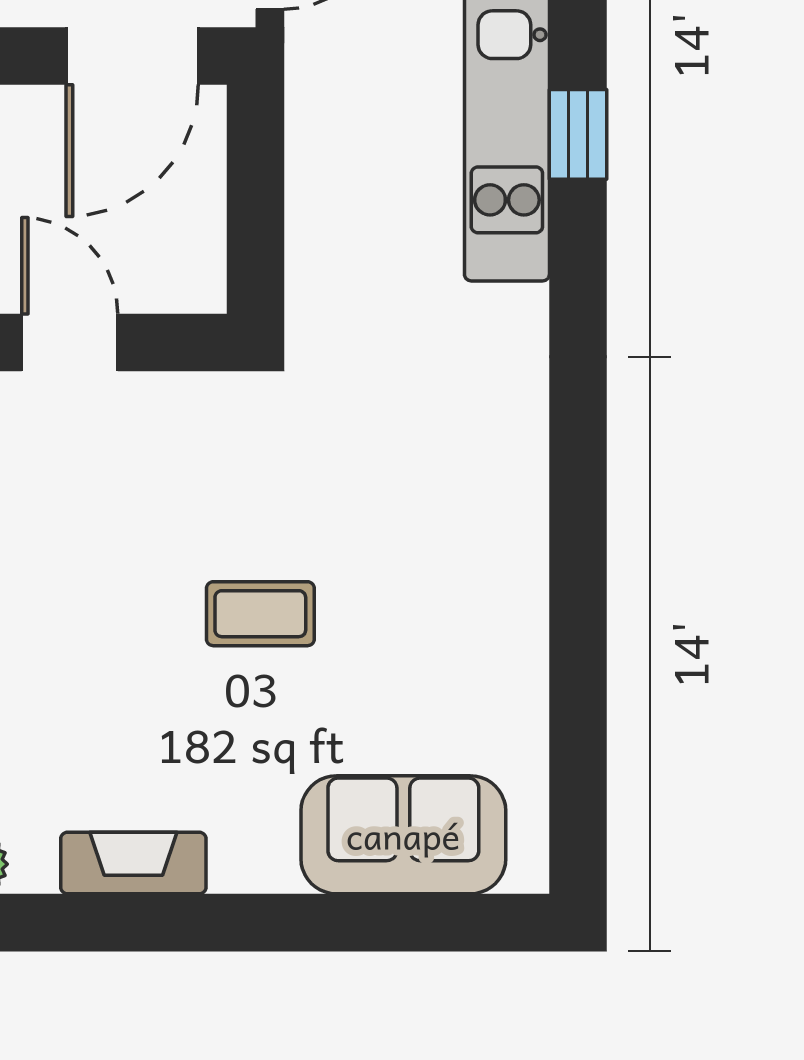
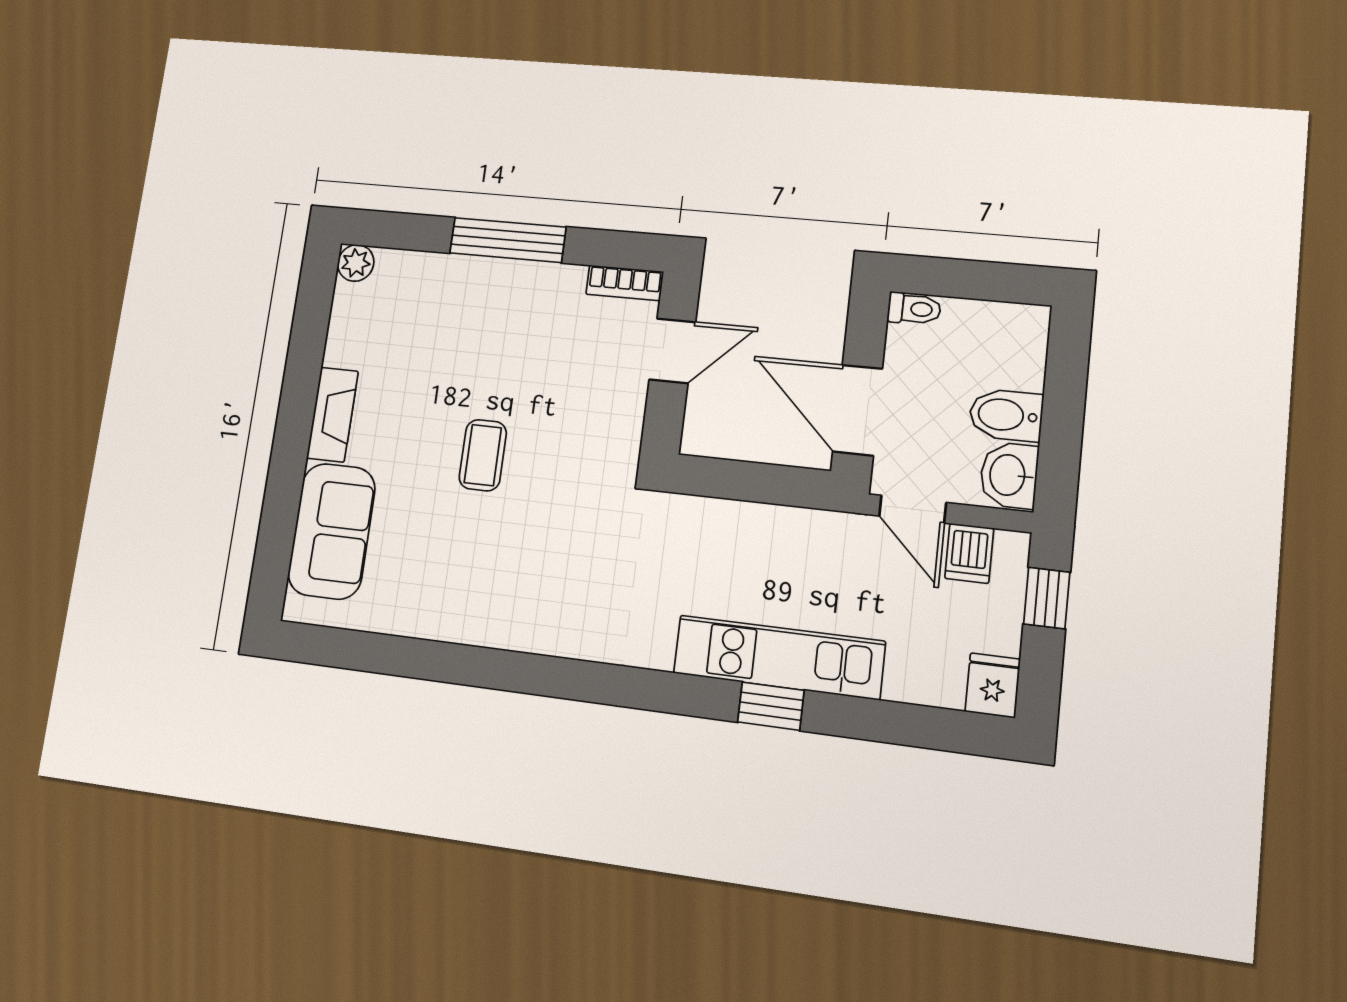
fireplace: (133, 863) -> (332, 415), moved

